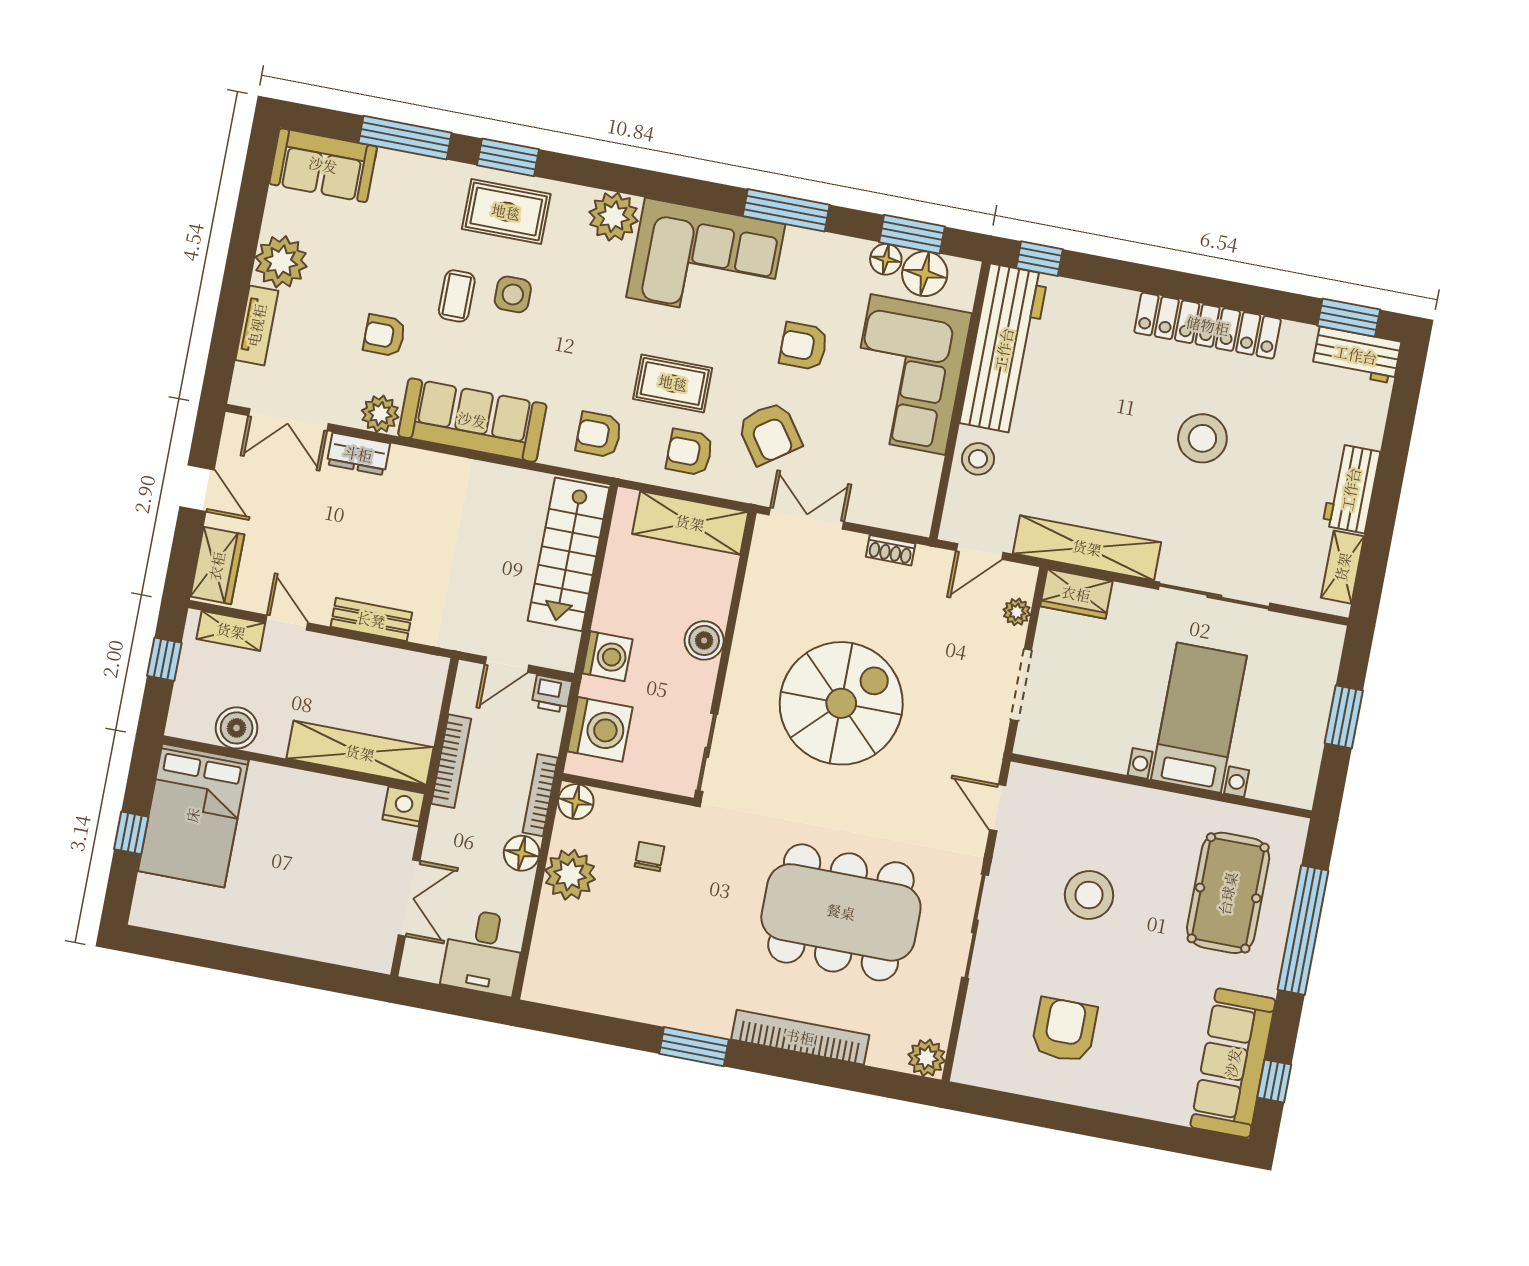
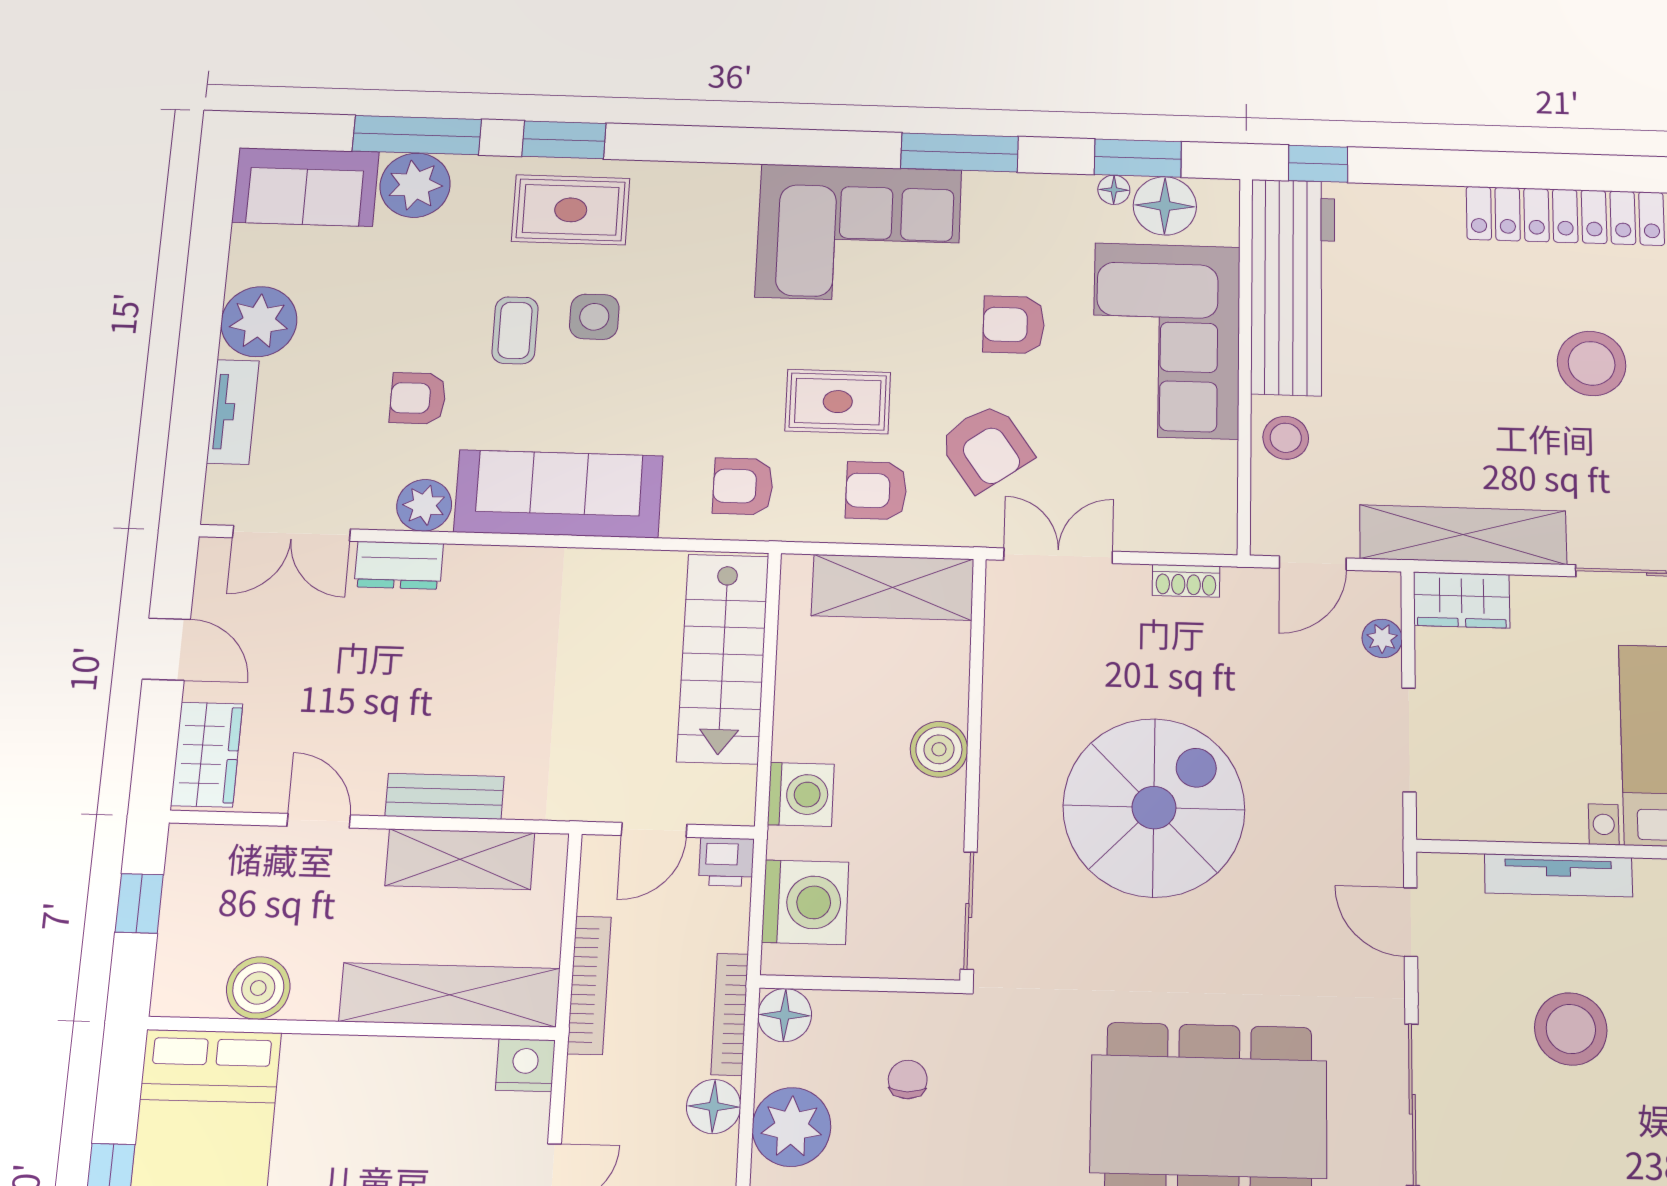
plant: (613, 217) -> (415, 185), moved
floor lamp: (886, 259) -> (1114, 190), width x0.73, depth x0.73
shelving: (231, 631) -> (460, 859), moved, width x1.50, depth x1.33
tv unit: (1103, 793) -> (1558, 875), added

